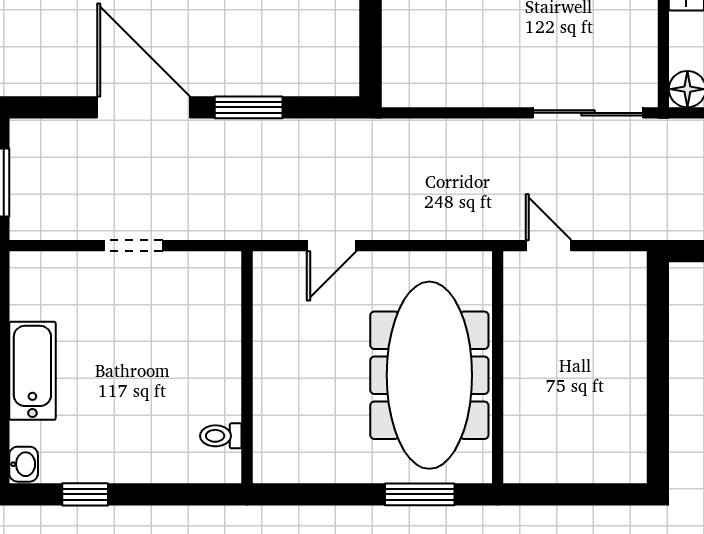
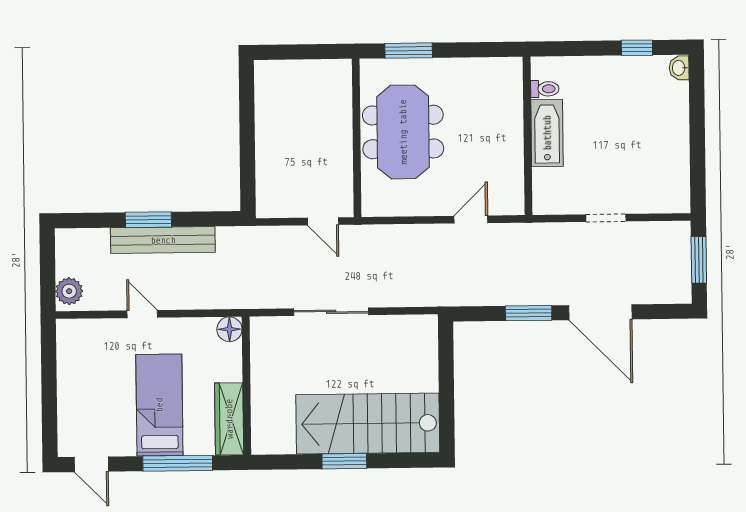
sliding door: (588, 113) -> (331, 312), moved
bathtub: (32, 371) -> (547, 133), moved, turned 180
meeting table: (429, 375) -> (403, 132), width x0.73

